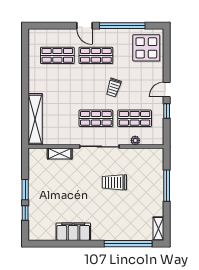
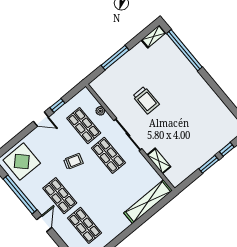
filing cabinet: (73, 232) -> (210, 100), removed

